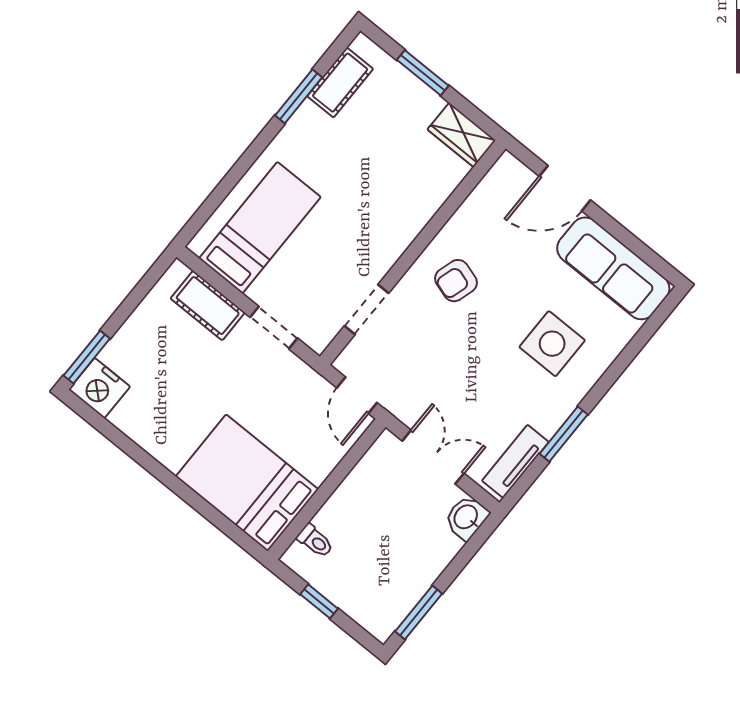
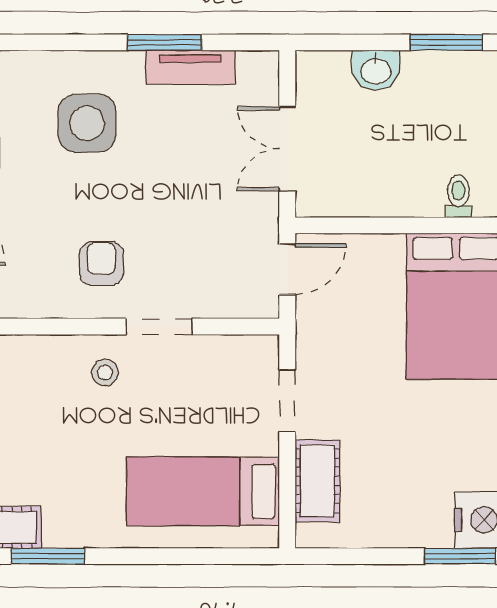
stool: (385, 227) -> (105, 373), added
armchair: (456, 281) -> (101, 264), turned -107
doorway: (366, 310) -> (159, 327), moved
tv unit: (515, 461) -> (190, 67), moved
washbasin: (466, 517) -> (376, 70), moved

